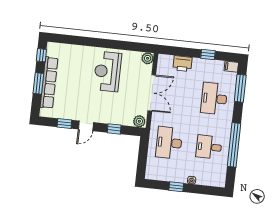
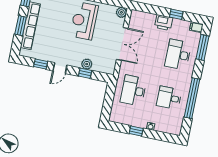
printer: (182, 64) -> (164, 23), moved
plant: (139, 121) -> (87, 64), moved

